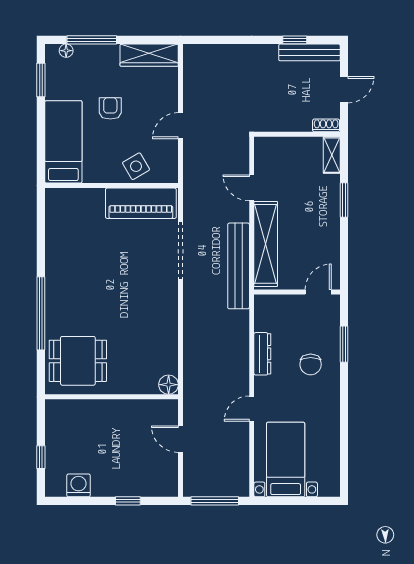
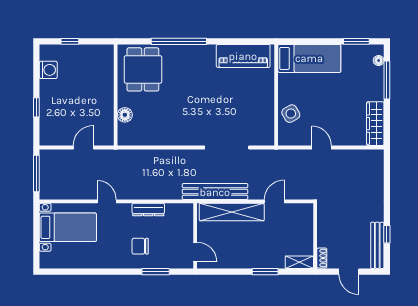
armchair: (110, 108) -> (335, 94), removed
piano: (141, 203) -> (243, 56), moved, turned -90
floor lamp: (169, 385) -> (125, 115), moved

